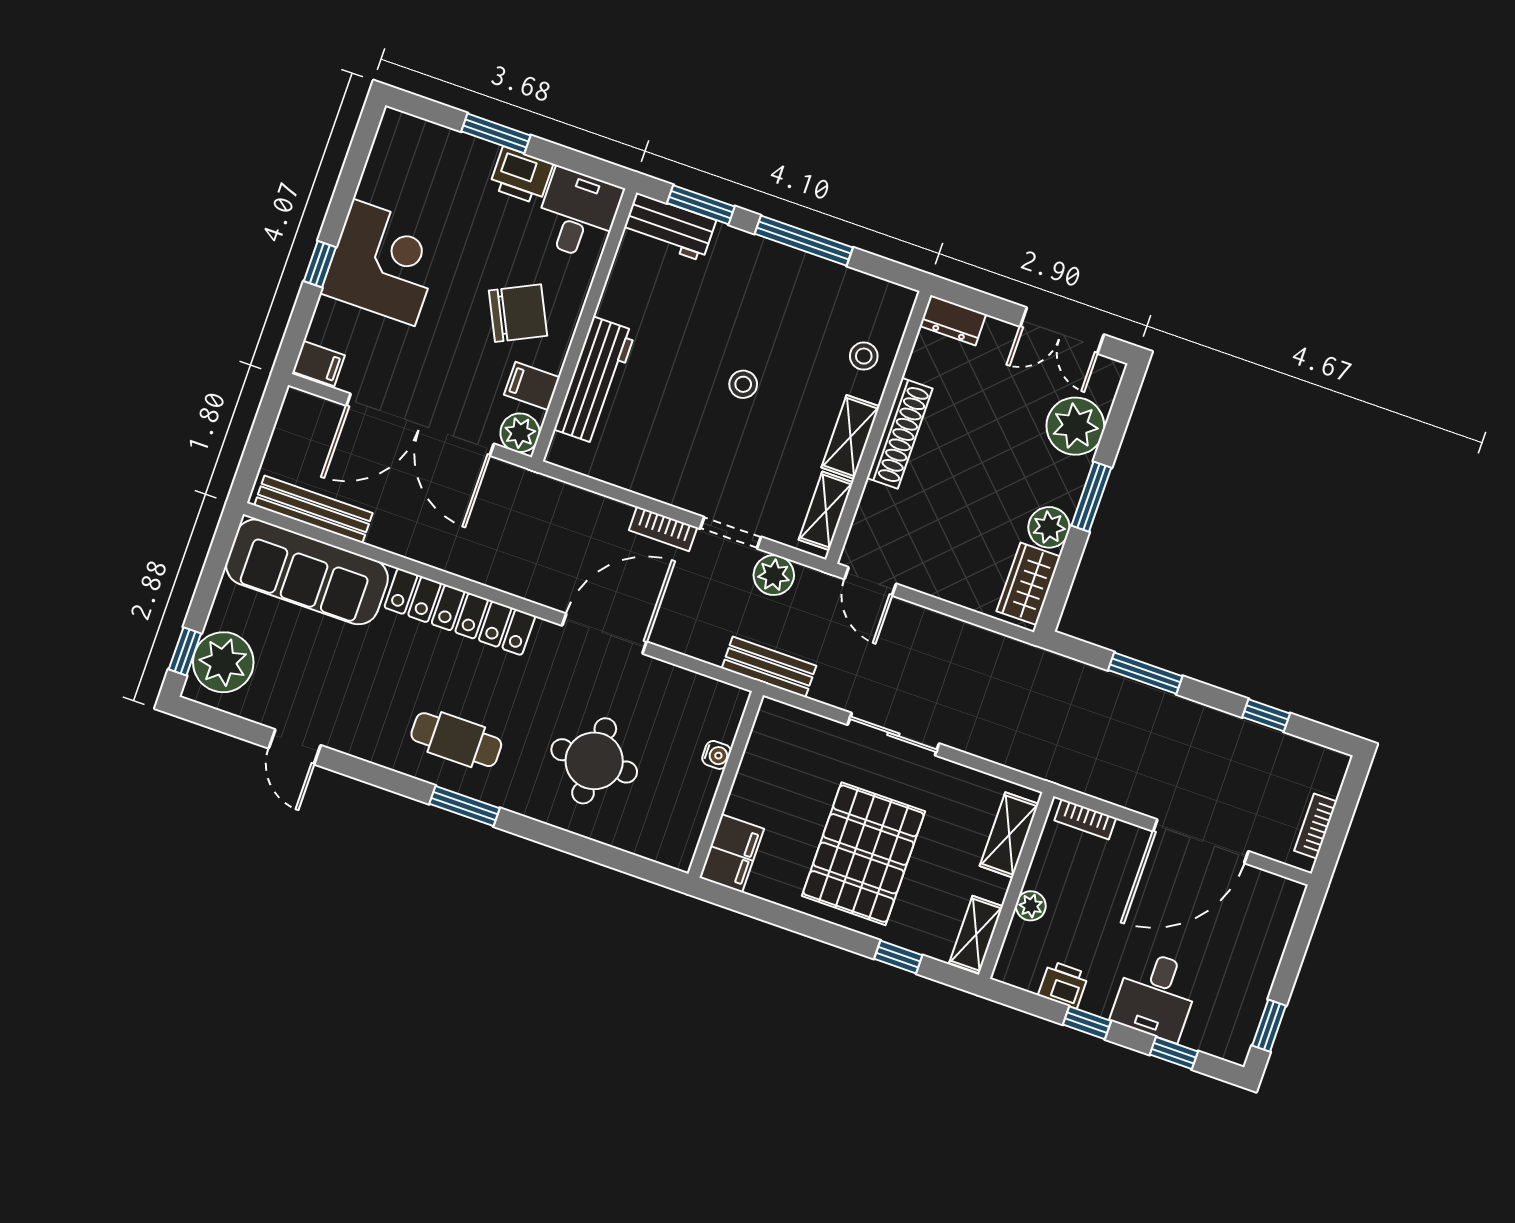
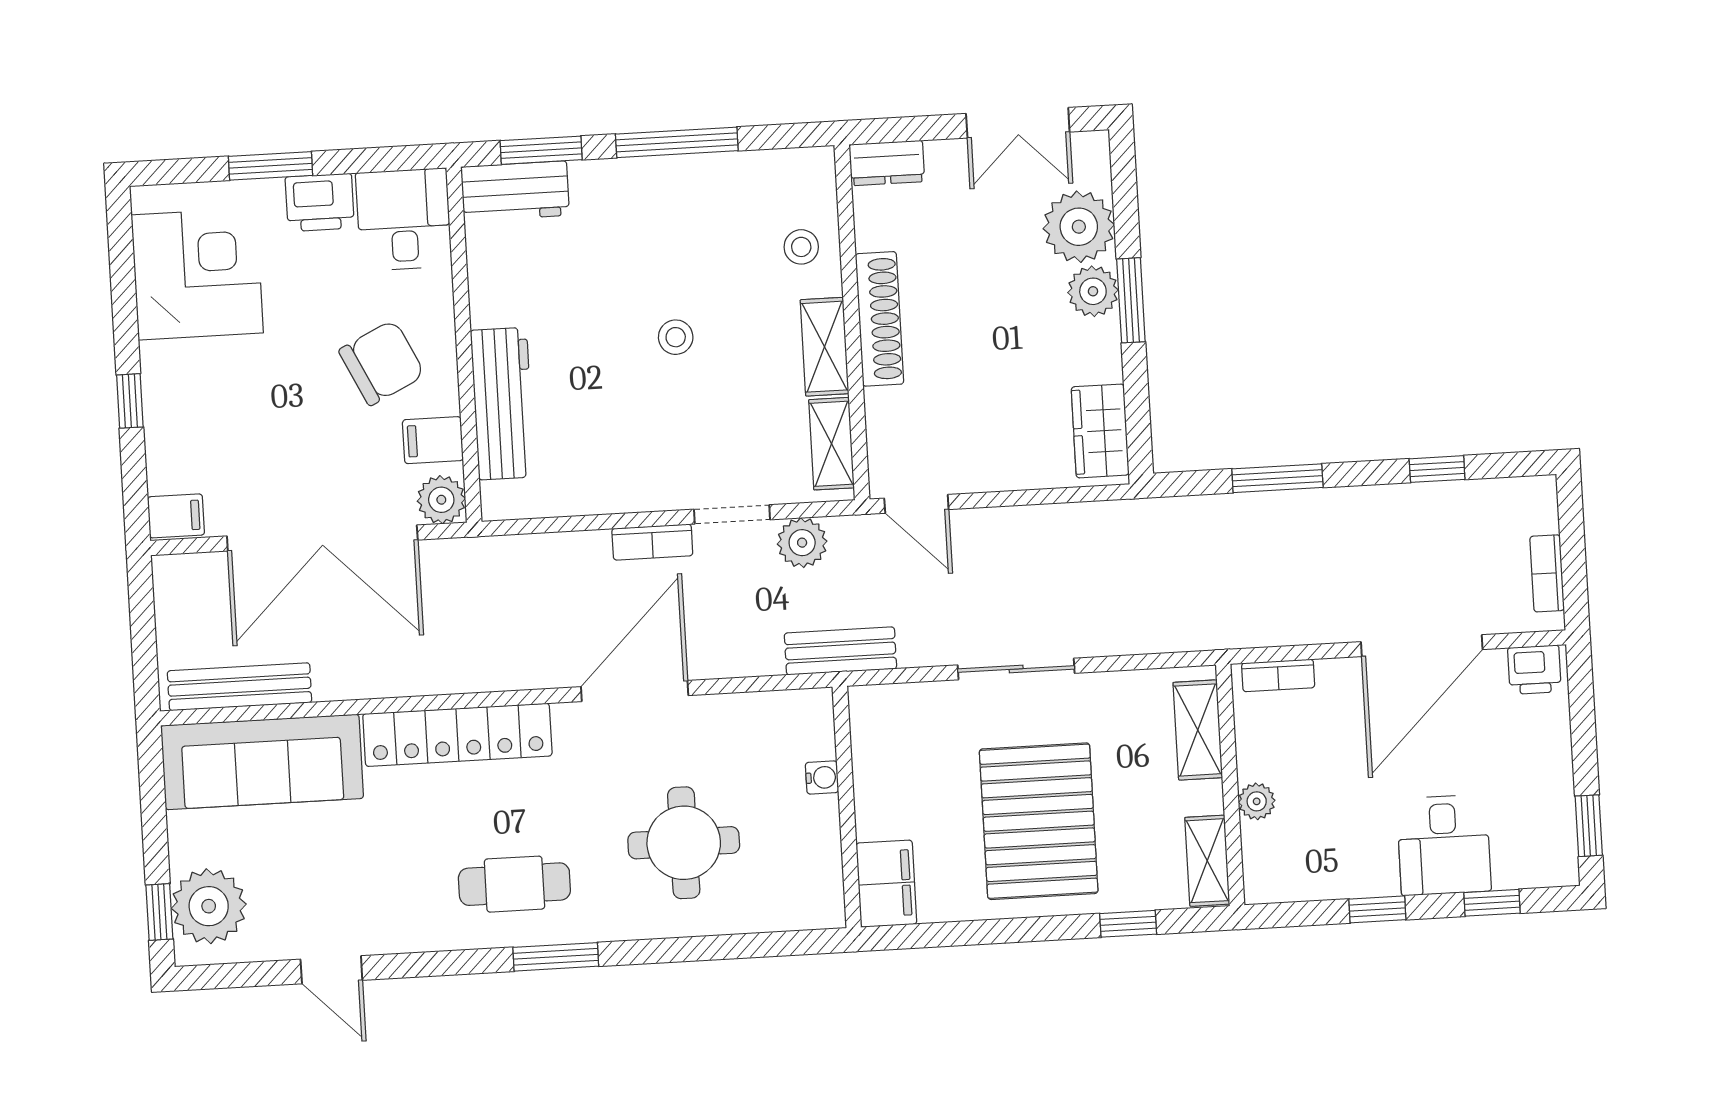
corner desk: (384, 262) -> (197, 274), moved
plant: (1049, 527) -> (1093, 291), moved
printer: (1063, 985) -> (1534, 670), moved, turned 180

